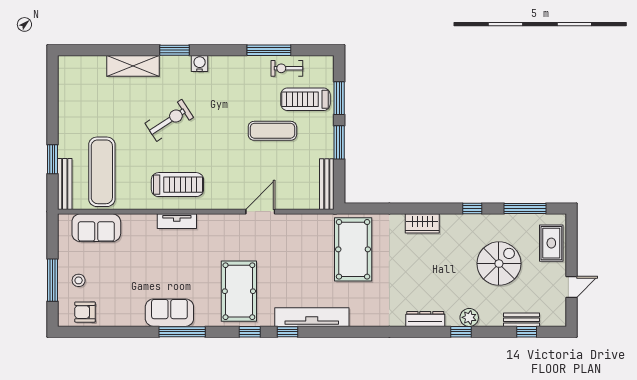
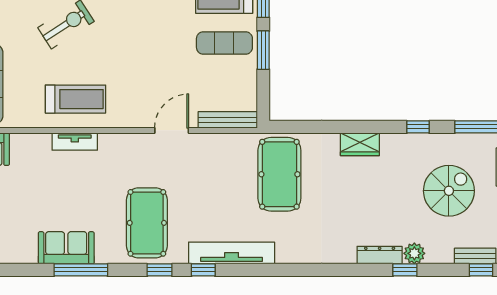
exercise mat: (272, 131) -> (224, 43), moved
bench: (327, 184) -> (228, 120), moved, turned 90
dresser: (425, 319) -> (380, 255), moved

